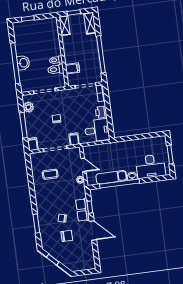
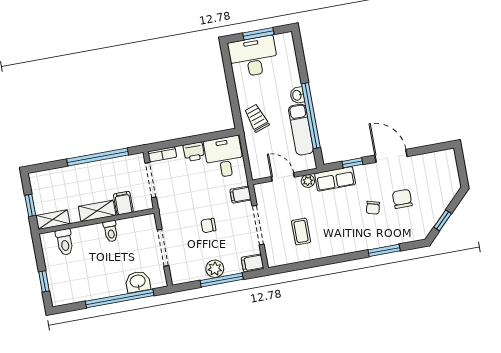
shelving: (90, 23) -> (97, 211), moved
washbasin: (23, 63) -> (138, 282), moved
toilet: (56, 69) -> (65, 242), moved
plant: (28, 107) -> (215, 269), moved
trolley: (120, 151) -> (257, 118), added
door: (83, 165) -> (283, 177), hinge flipped
desk: (151, 166) -> (253, 57), moved, turned -90
row of seats: (83, 210) -> (335, 179), moved
door: (93, 230) -> (391, 156), hinge flipped

